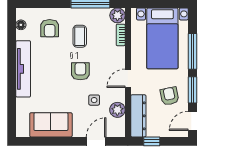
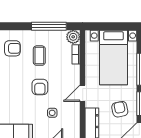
armchair: (50, 28) -> (12, 48), turned -90
armchair: (80, 71) -> (40, 87), turned 180
plant: (117, 110) -> (73, 122), removed

